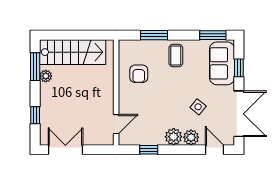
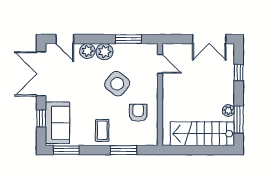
side table: (198, 107) -> (117, 84), moved, width x1.87, depth x1.87
door: (116, 124) -> (160, 64), swing flipped
window: (149, 150) -> (128, 39), width x1.50

